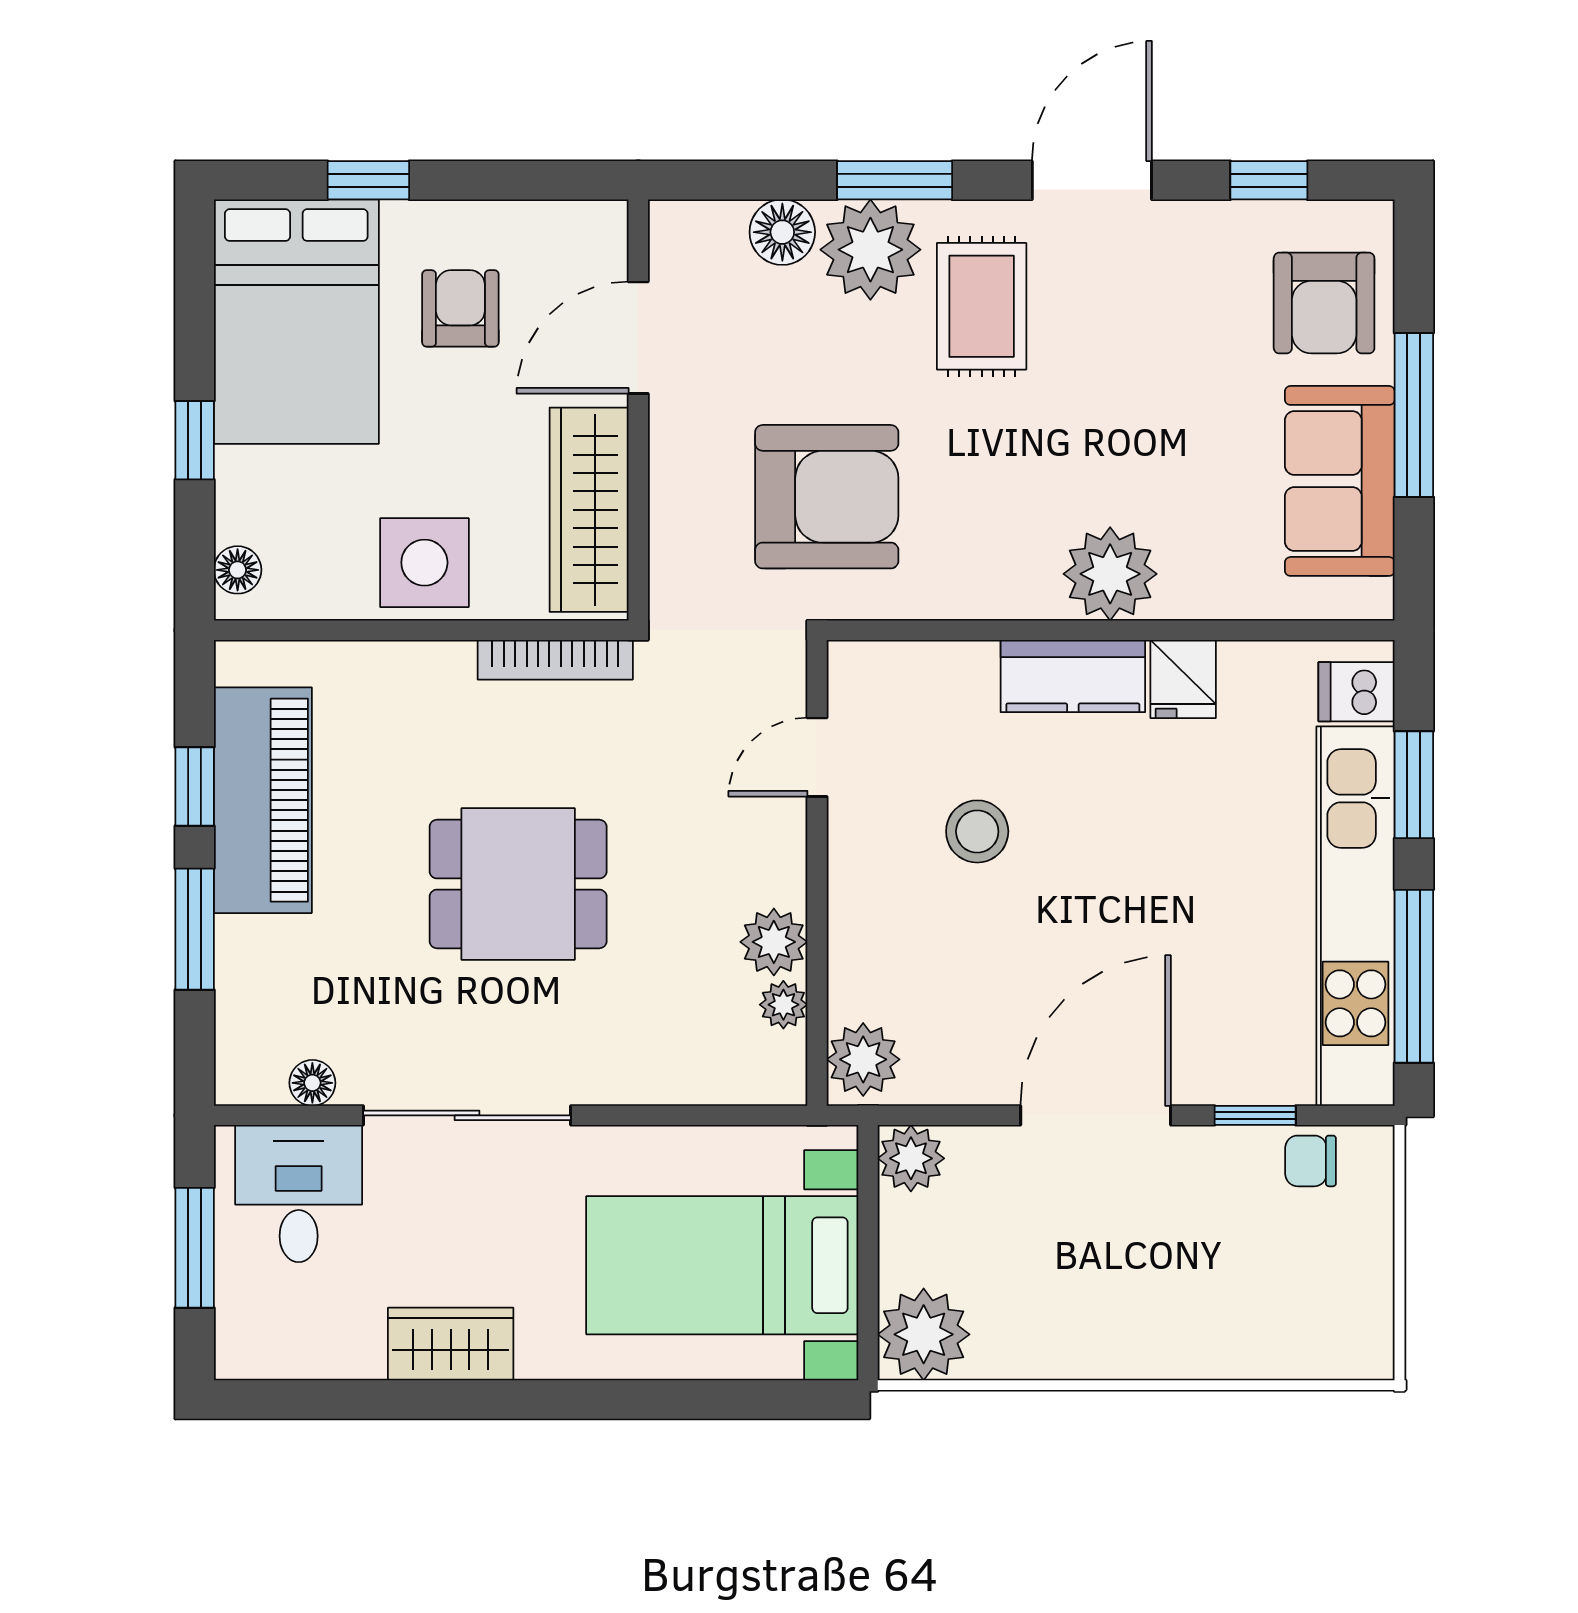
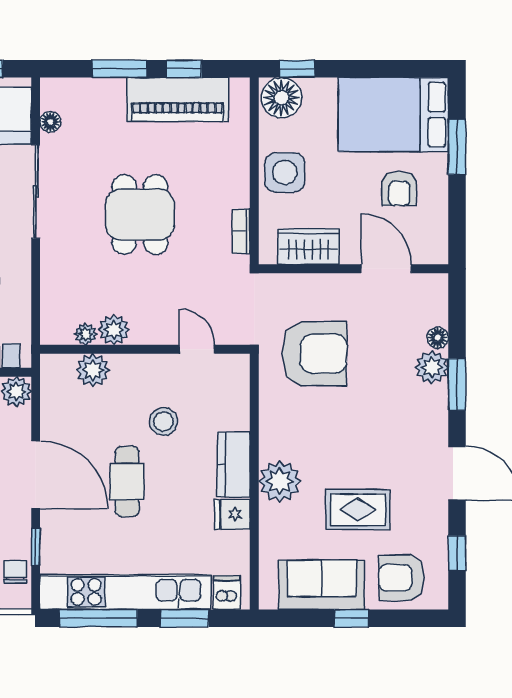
window: (368, 180) -> (457, 147), width x1.50
floor lamp: (782, 232) -> (438, 338), width x0.73, depth x0.73
plant: (870, 250) -> (432, 367), width x0.73, depth x0.73
rug: (982, 306) -> (358, 510), moved
armchair: (460, 308) -> (399, 189), turned 90
window: (1414, 415) -> (351, 618), width x0.46
window: (195, 440) -> (297, 69), moved
armchair: (827, 497) -> (314, 354), turned -90
wardrobe: (589, 510) -> (309, 247), width x0.67
floor lamp: (238, 570) -> (281, 98), width x1.89, depth x1.89
bookcase: (555, 660) -> (241, 231), width x0.64
cafe table: (1110, 913) -> (127, 482), added
plant: (863, 1059) -> (93, 370), moved

